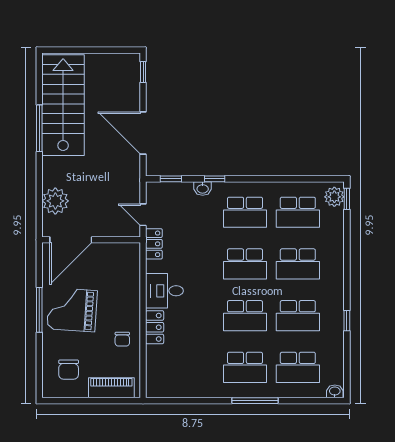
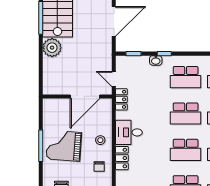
door: (143, 133) -> (114, 21), swing flipped
plant: (55, 201) -> (52, 48), moved
door: (71, 240) -> (85, 96), moved
stool: (124, 302) -> (100, 140), added

